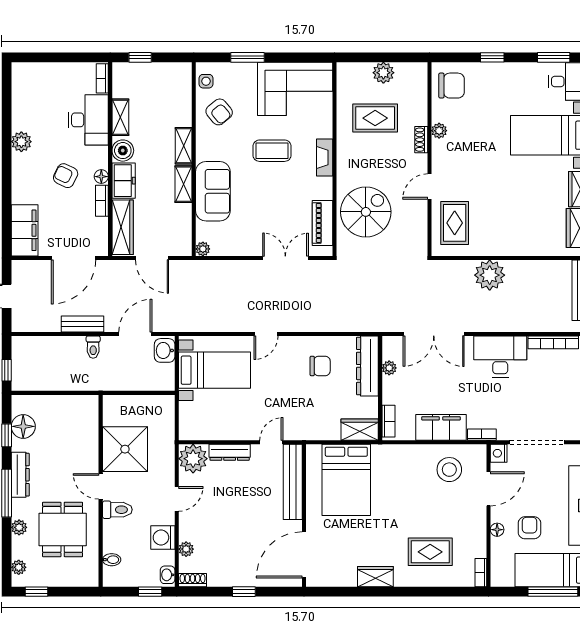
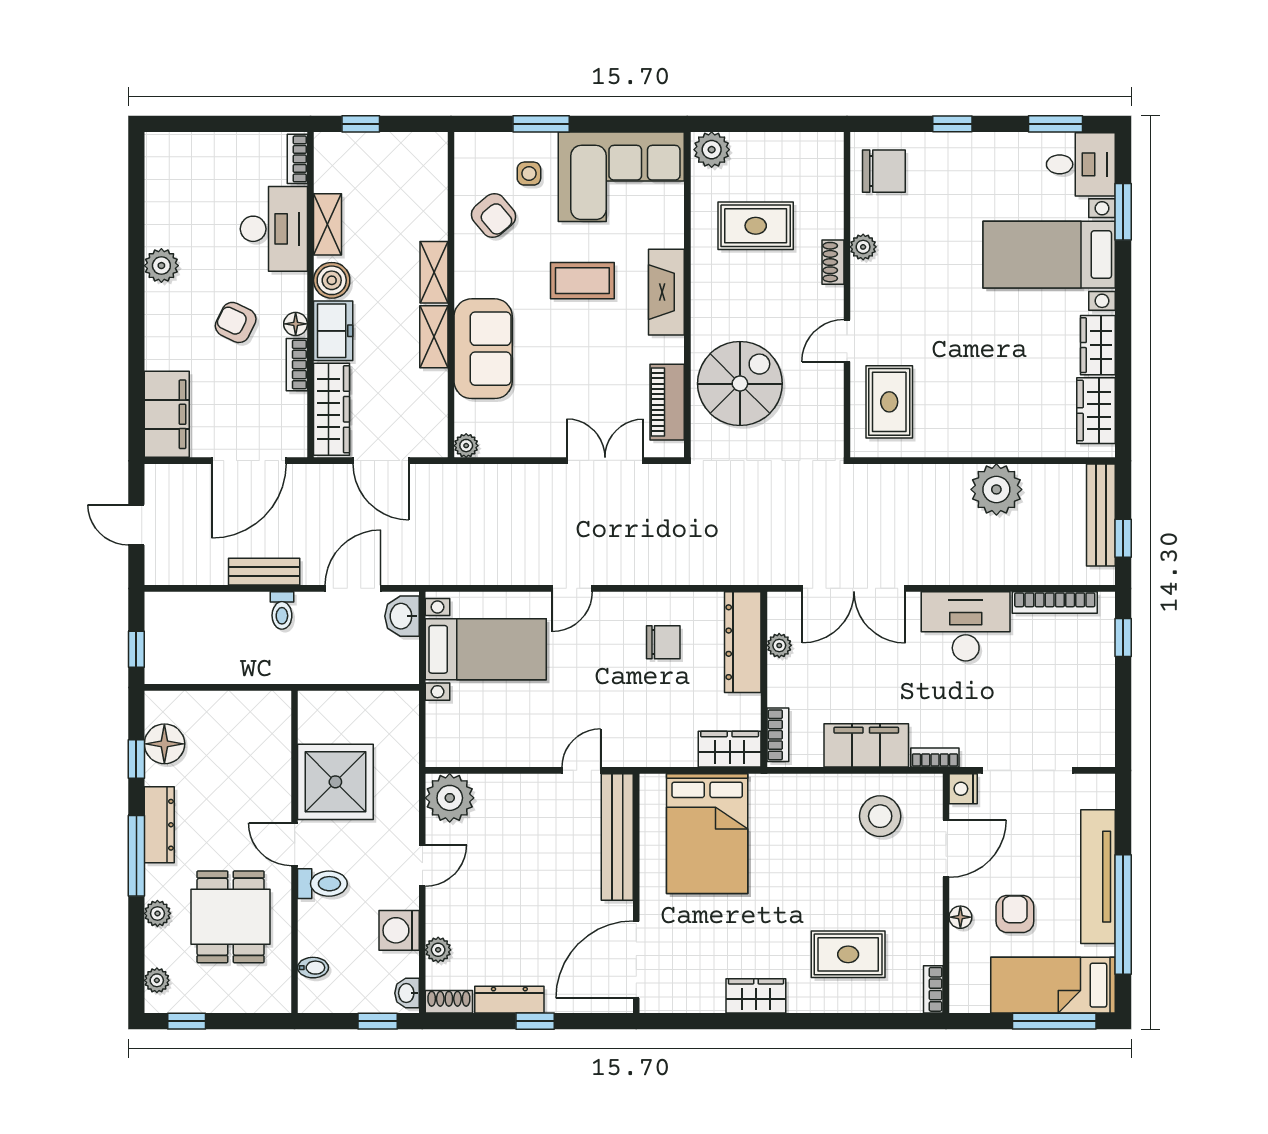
plant: (383, 73) -> (712, 150), moved
side table: (206, 81) -> (529, 174), moved
fireplace: (325, 158) -> (666, 292), width x1.37, depth x1.32
plant: (490, 275) -> (996, 489), moved
dresser: (230, 452) -> (509, 1000), moved, turned 180

